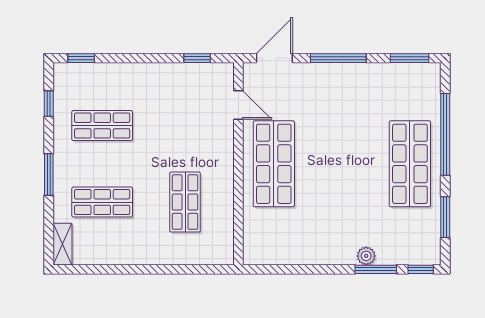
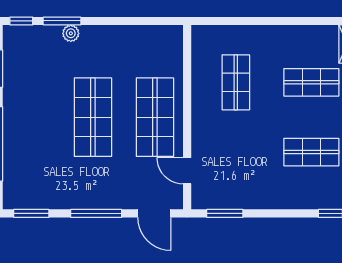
window: (197, 58) -> (225, 213), width x1.50
door: (274, 58) -> (154, 213), hinge flipped
shop shelf: (410, 164) -> (93, 117), moved

